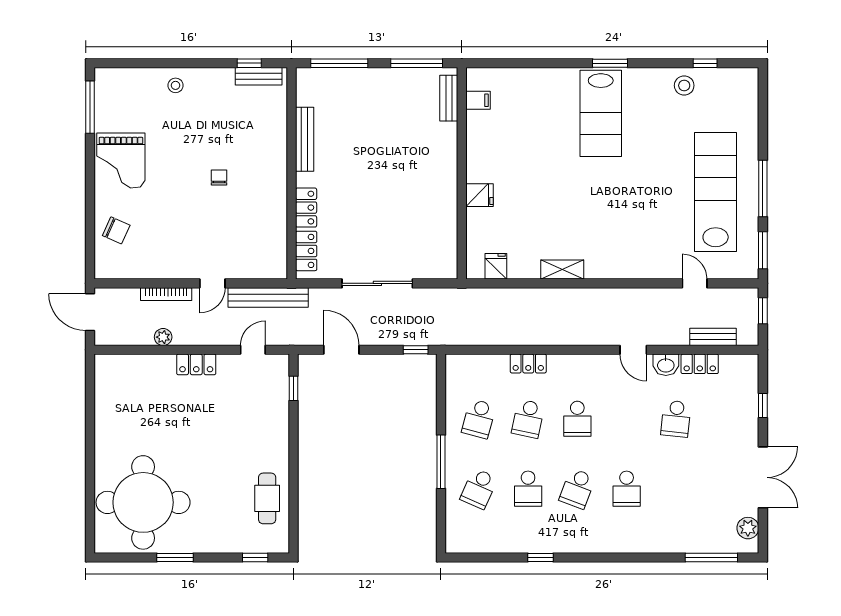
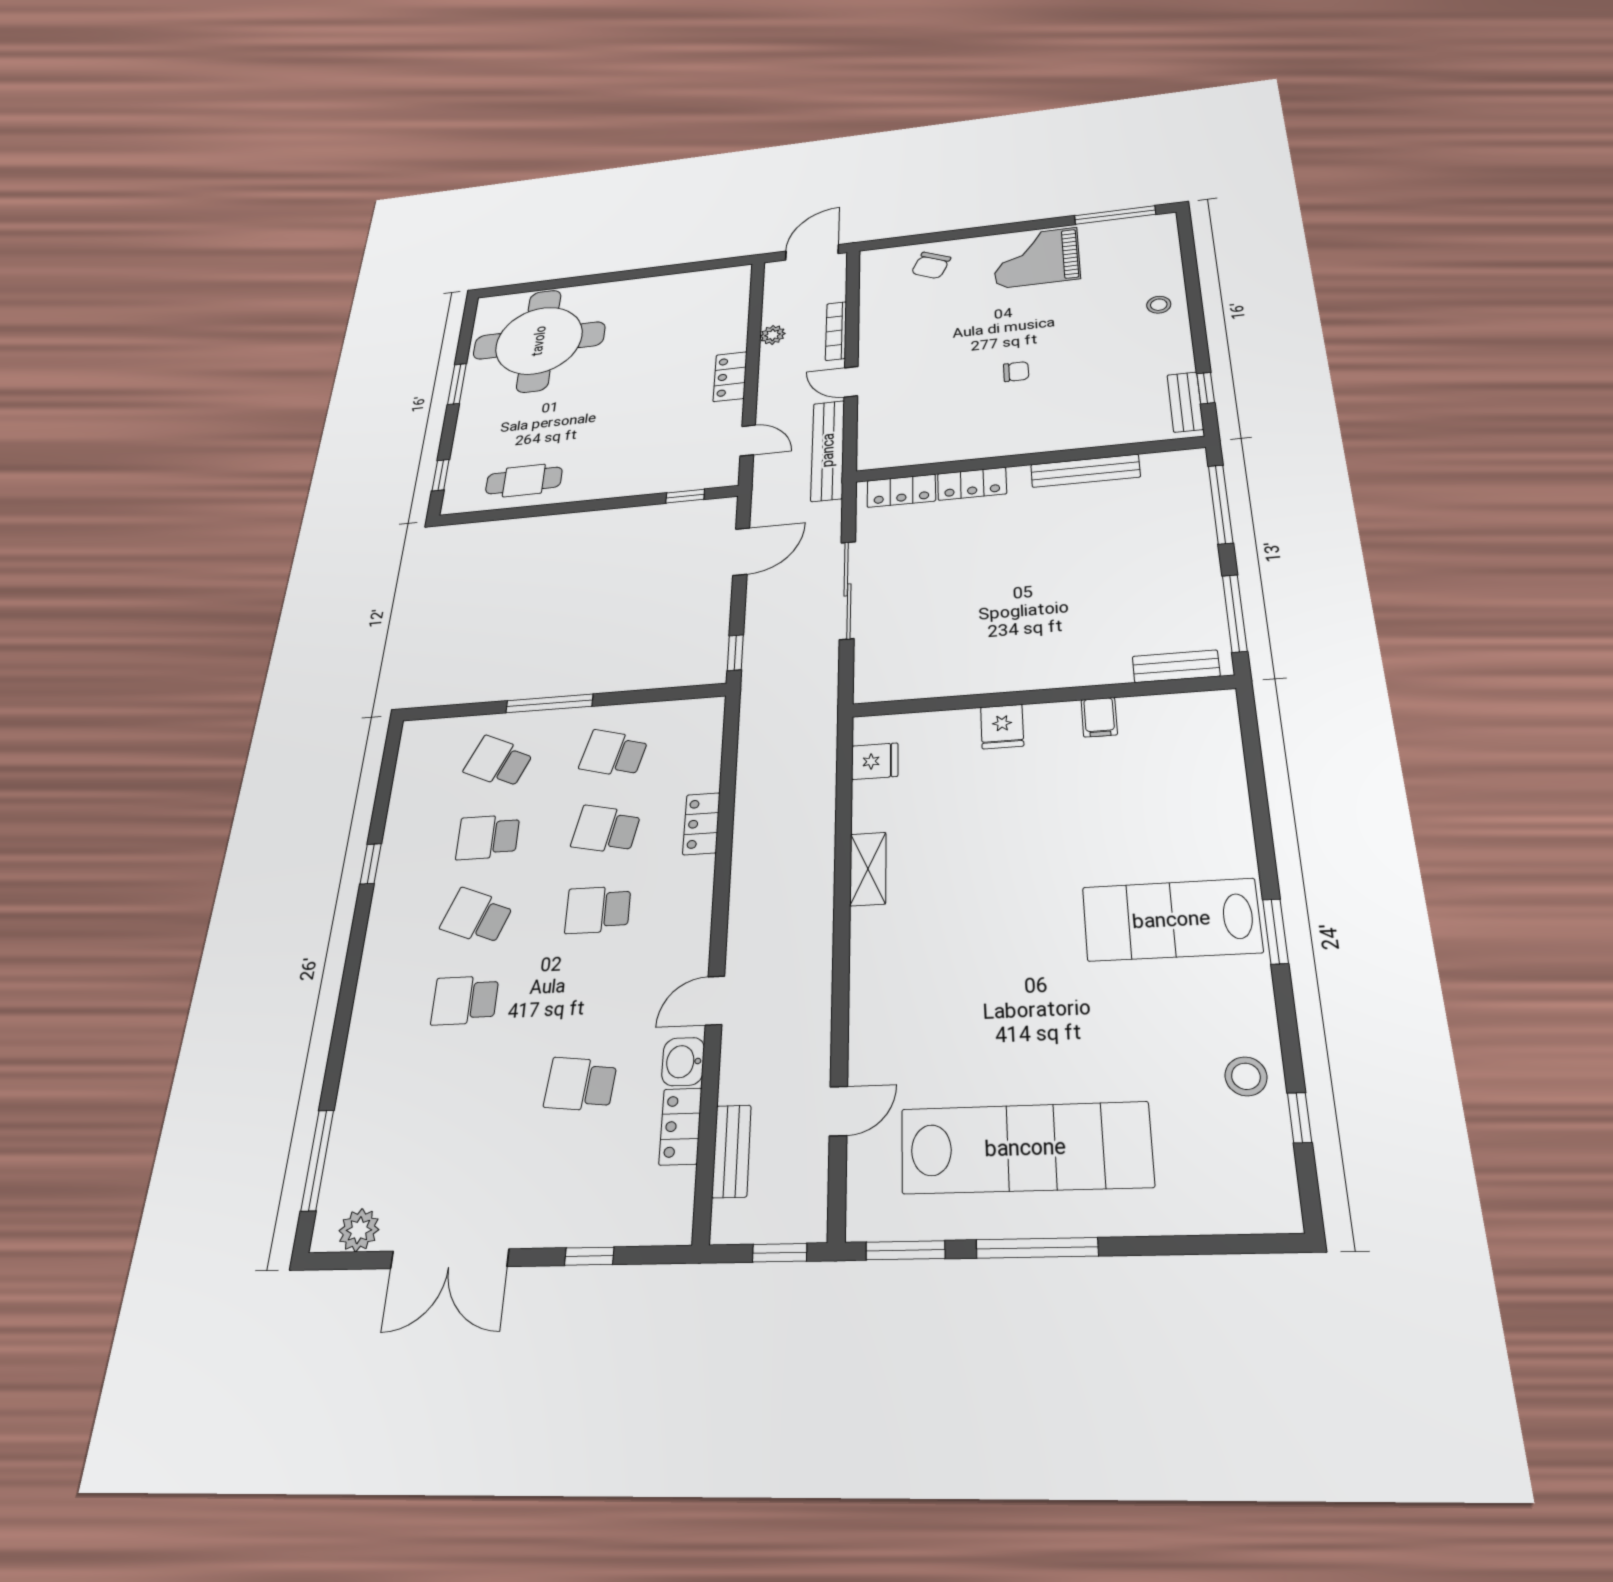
filing cabinet: (478, 100) -> (1099, 717), moved

